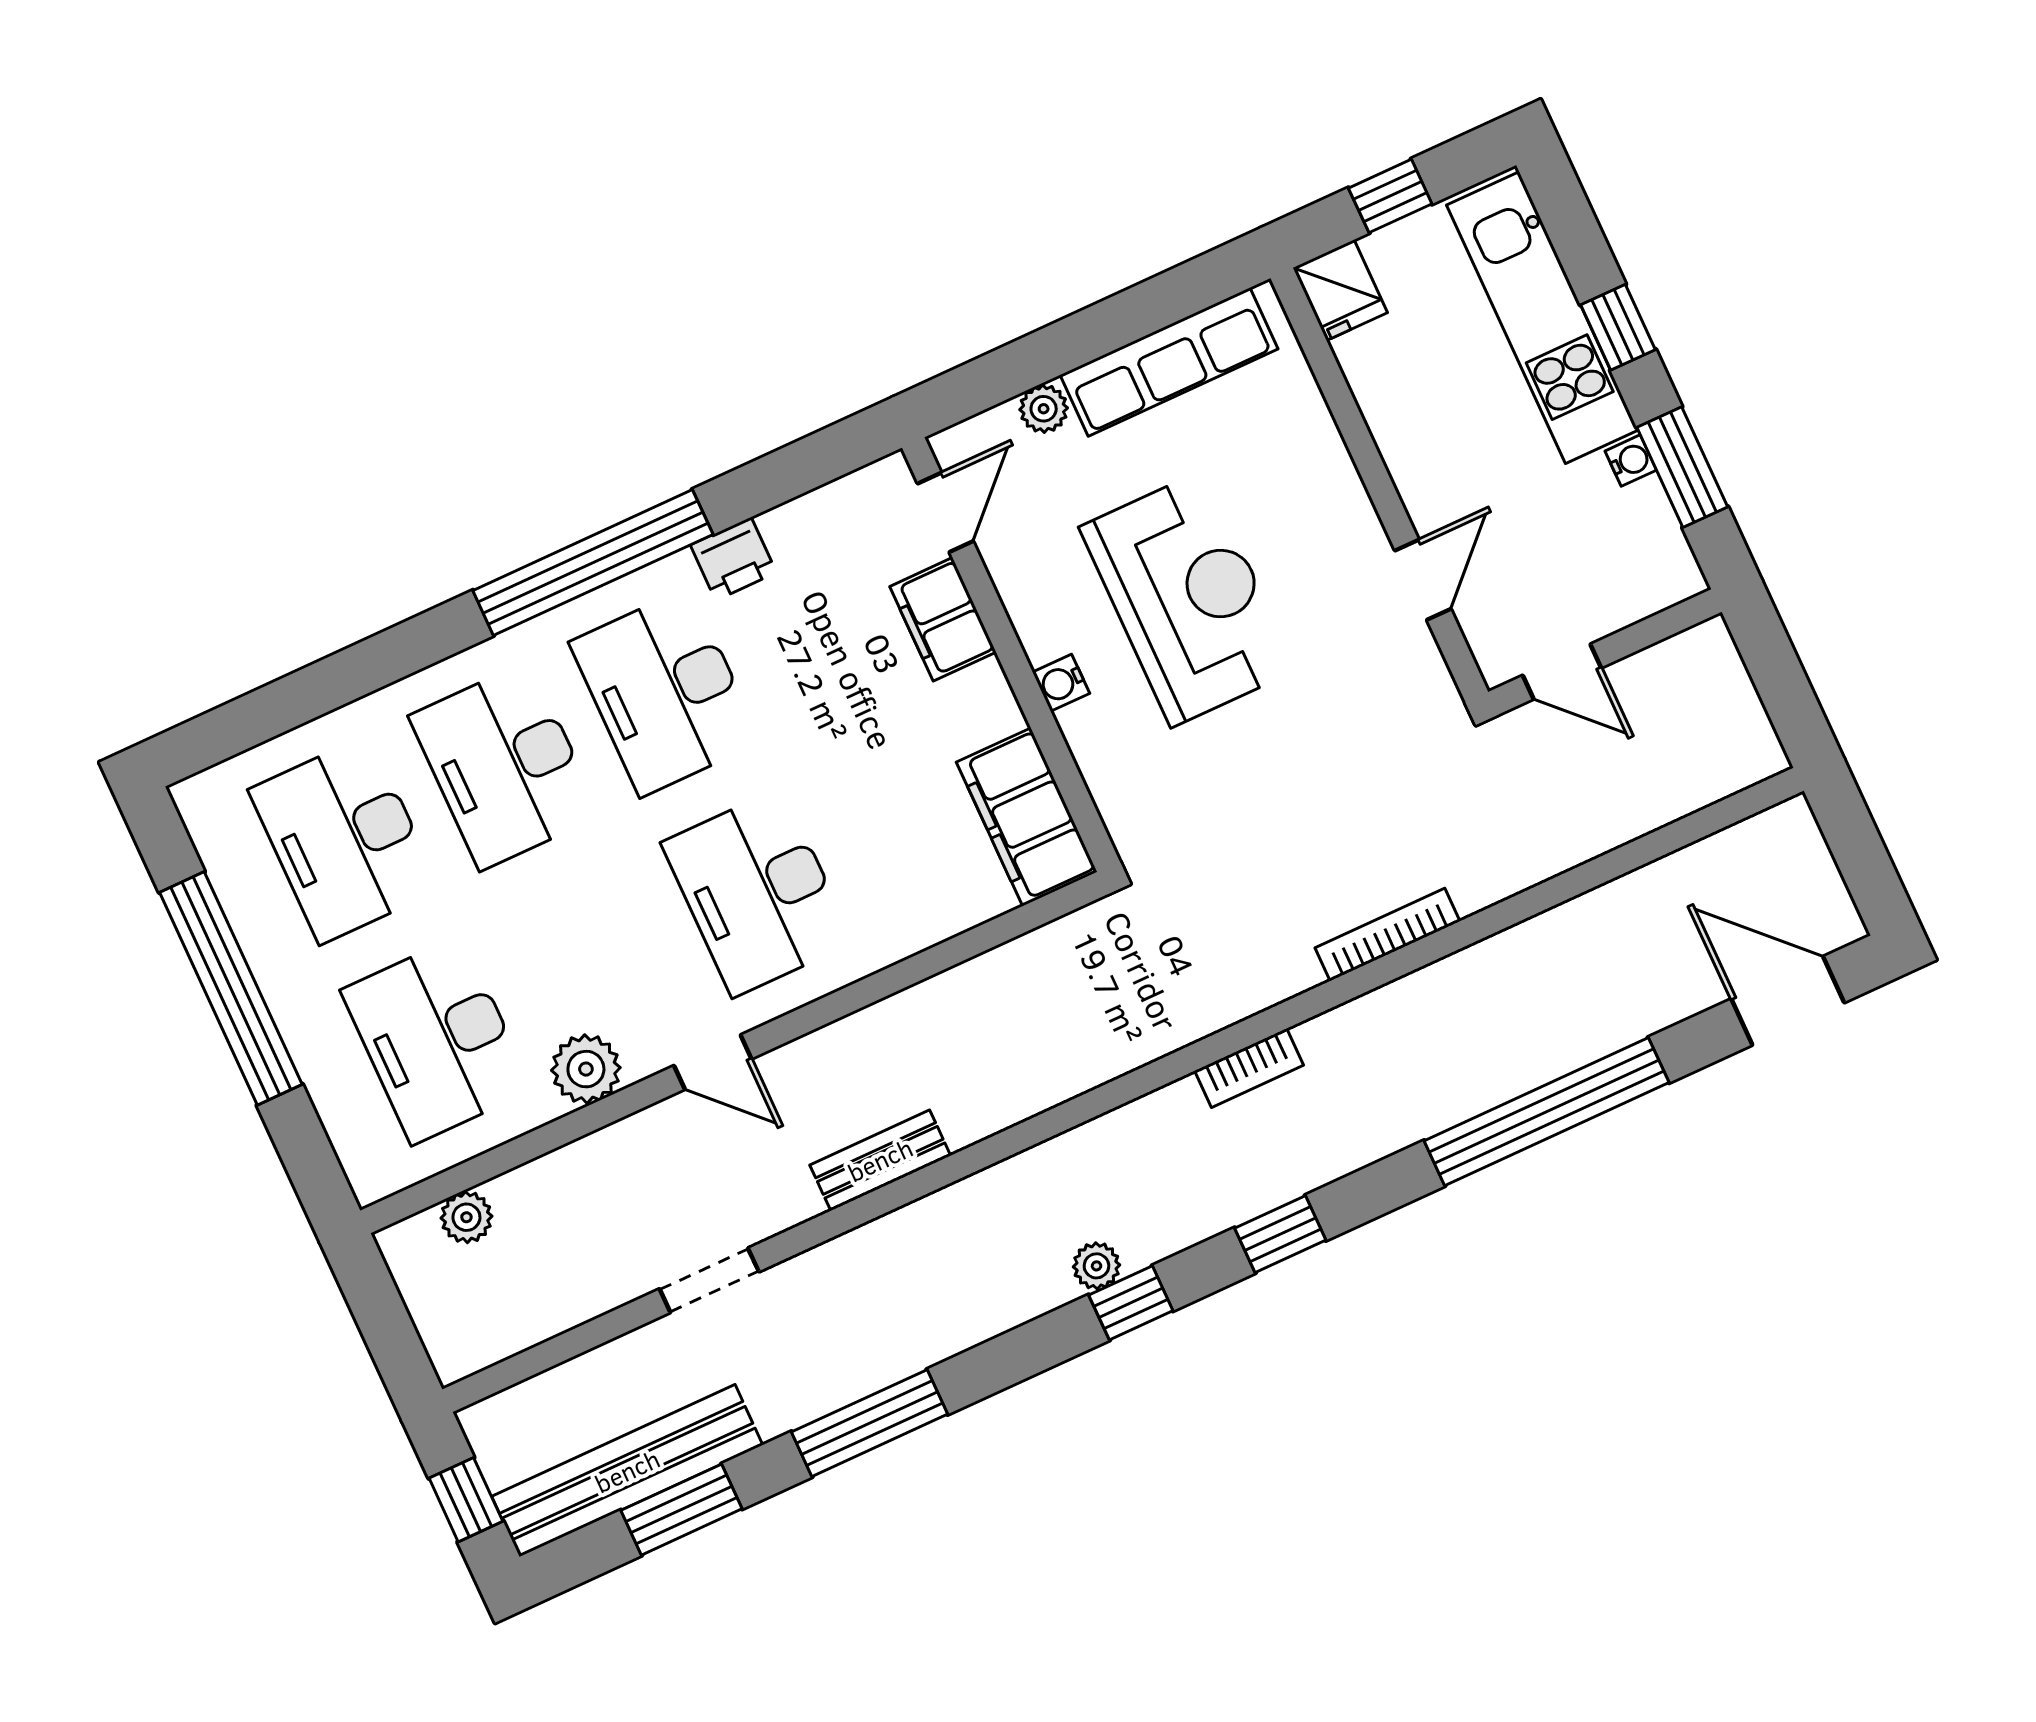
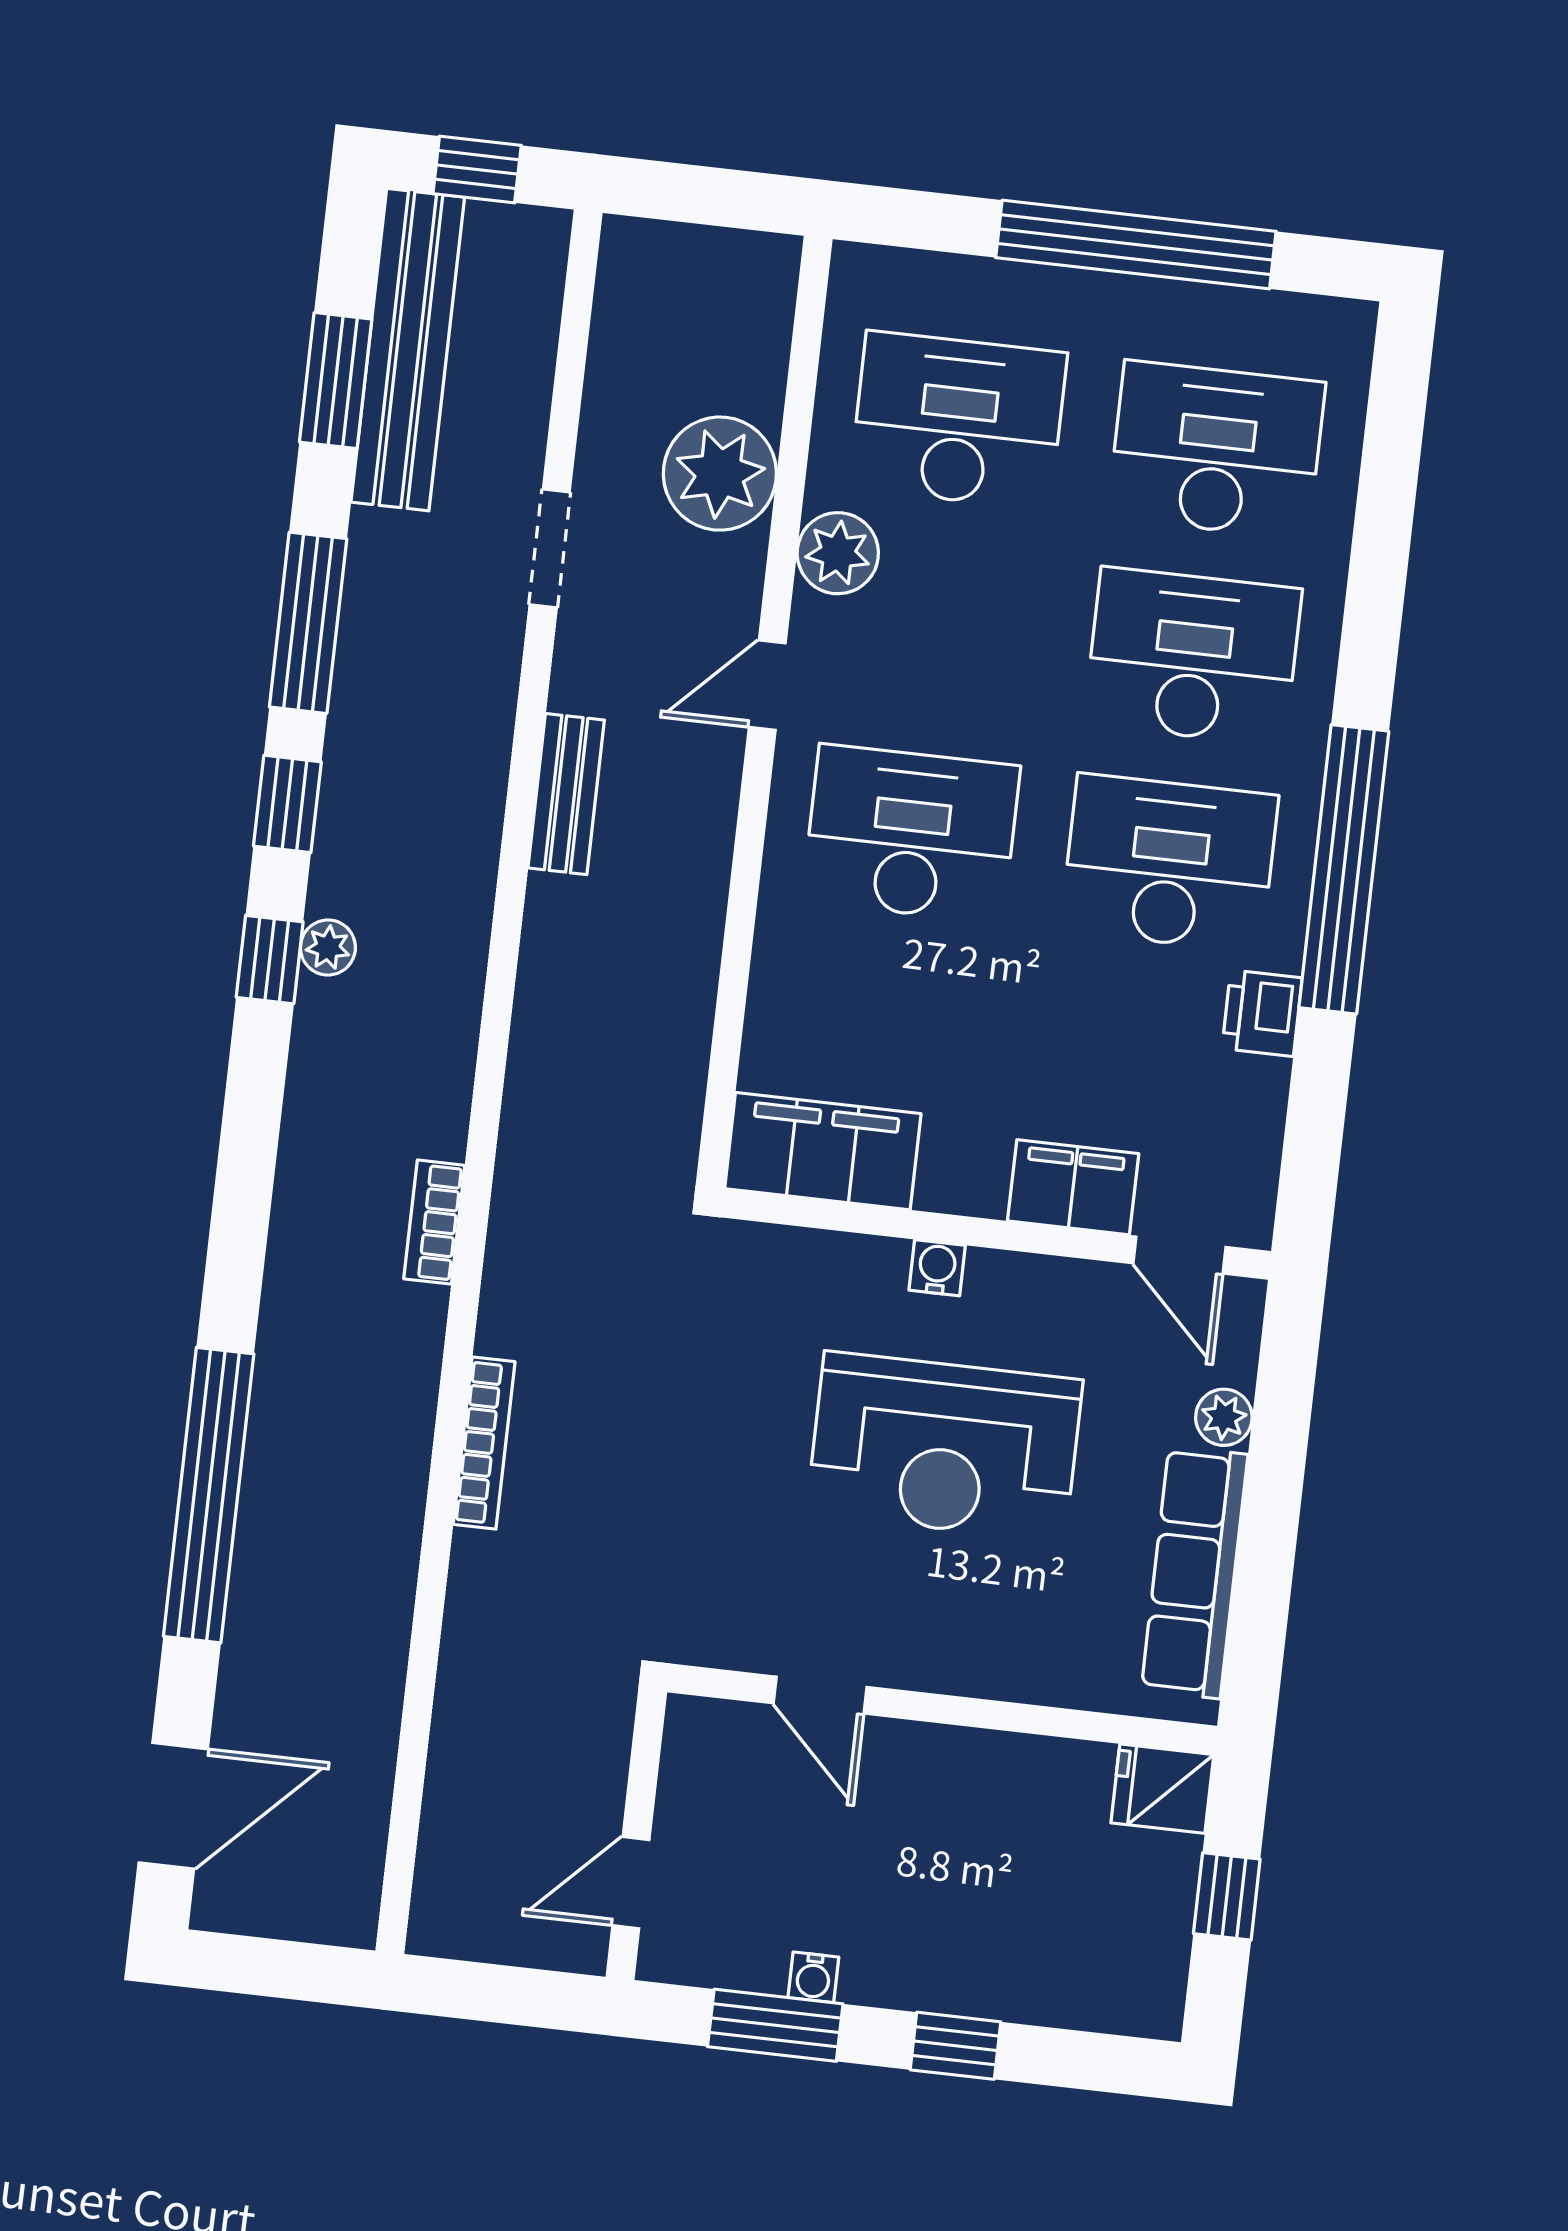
kitchen unit: (1542, 318) -> (1011, 1975), removed
door: (1562, 672) -> (631, 1883), moved
plant: (466, 1217) -> (720, 474), moved, width x1.88, depth x1.88
window: (1280, 1234) -> (287, 804), moved

